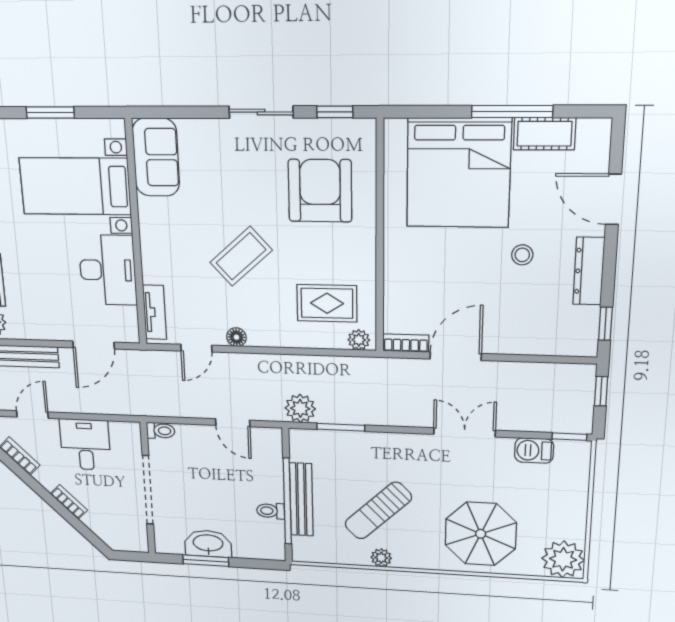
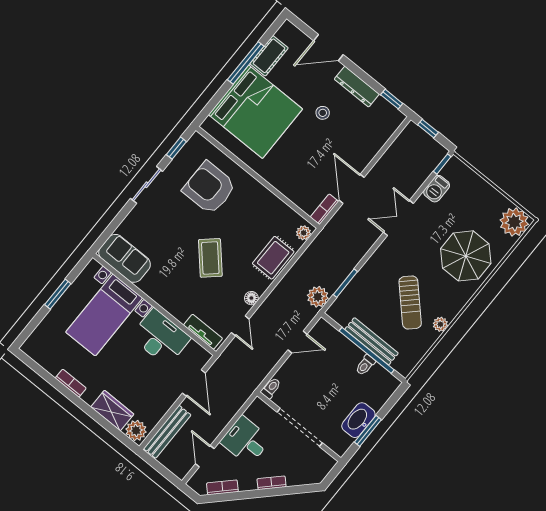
rug: (327, 303) -> (273, 258), moved

